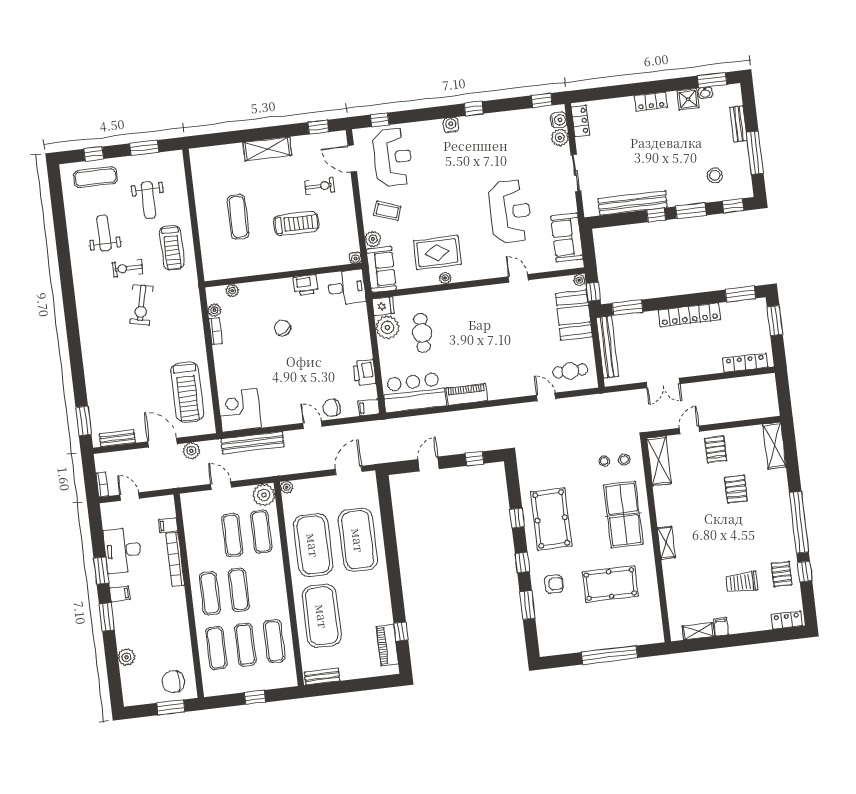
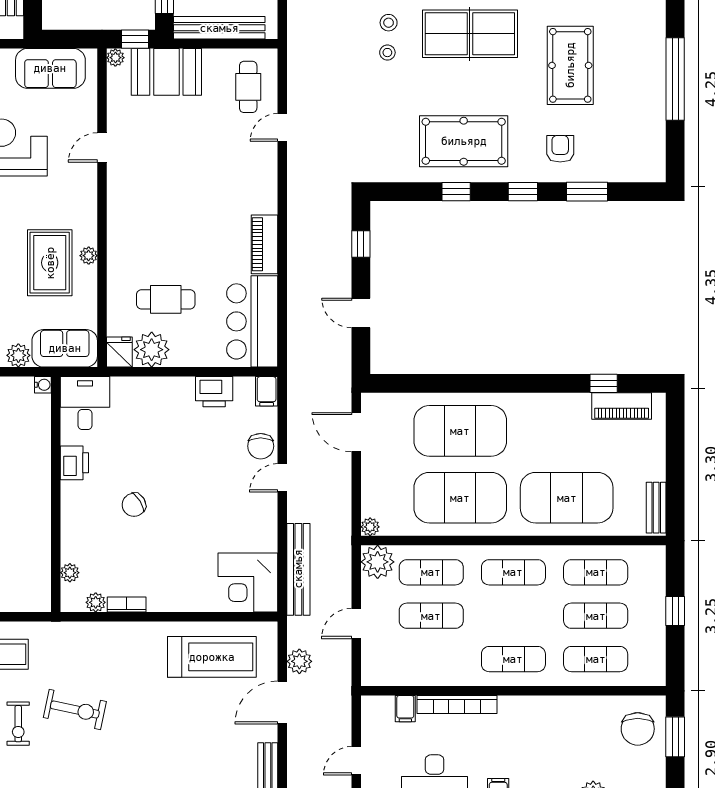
exercise mat: (239, 590) -> (513, 572), moved

